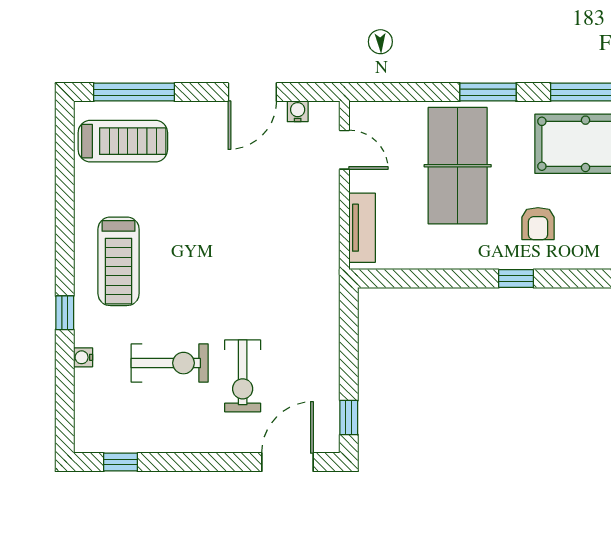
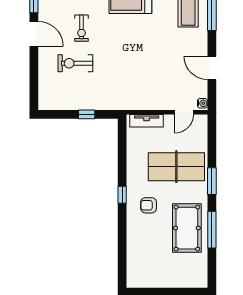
water cooler: (298, 111) -> (203, 103), moved
exercise bike: (170, 363) -> (82, 28), width x0.73, depth x0.72
window: (349, 418) -> (87, 114), moved
door: (287, 462) -> (34, 34), moved

